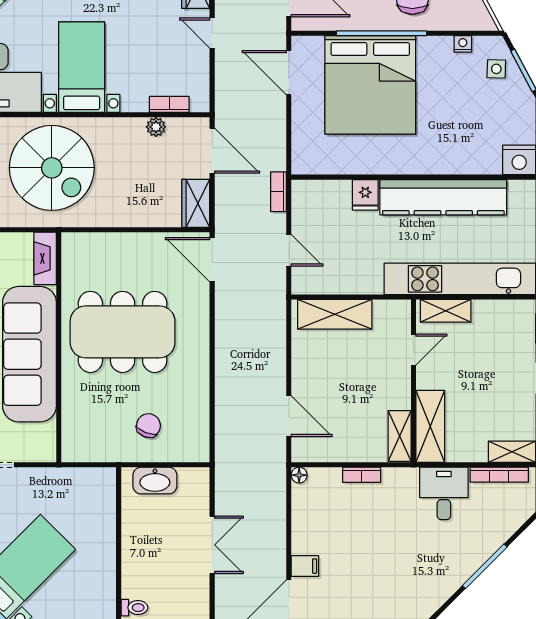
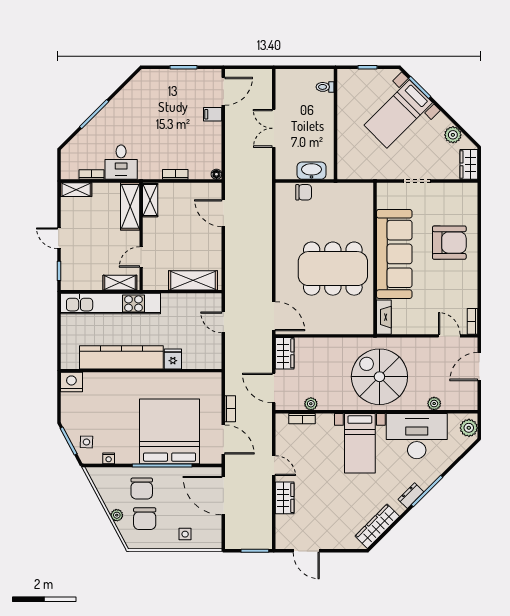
bookcase: (278, 192) -> (230, 409), moved
chair: (148, 426) -> (304, 192), moved, turned -111
bookcase: (499, 475) -> (91, 175), width x0.64

